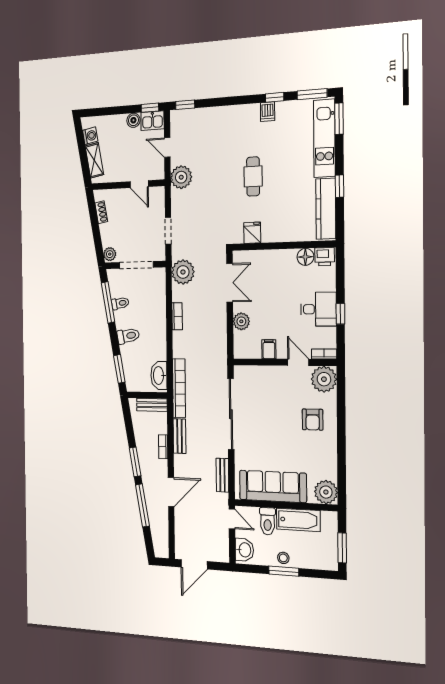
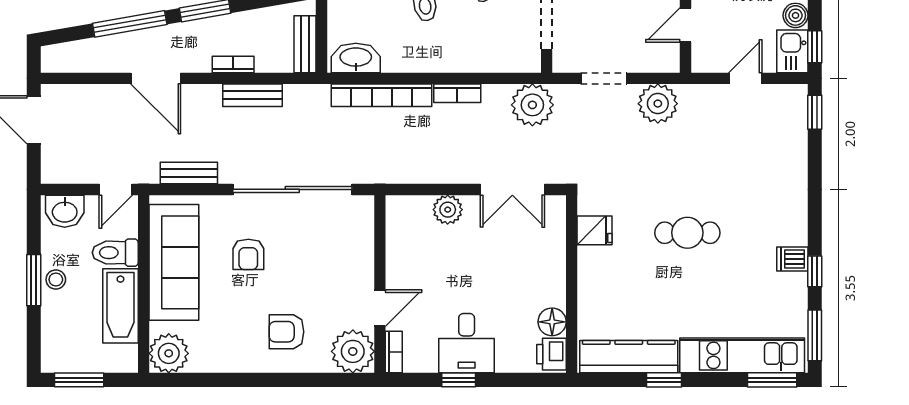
plant: (181, 177) -> (658, 104), moved
filing cabinet: (269, 349) -> (401, 258), removed
bookcase: (179, 388) -> (382, 95), moved
armchair: (268, 441) -> (248, 254), added

